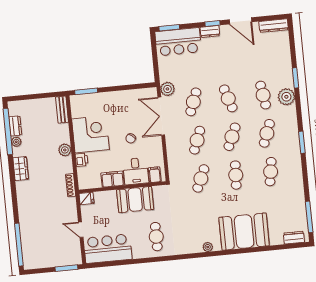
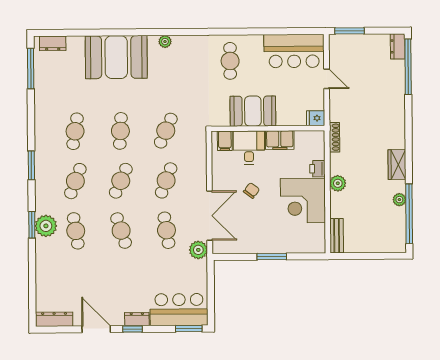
window: (296, 78) -> (32, 225), moved
window: (86, 91) -> (272, 257), moved
cafe table: (193, 102) -> (166, 230), turned -30
dresser: (15, 126) -> (398, 46), moved

